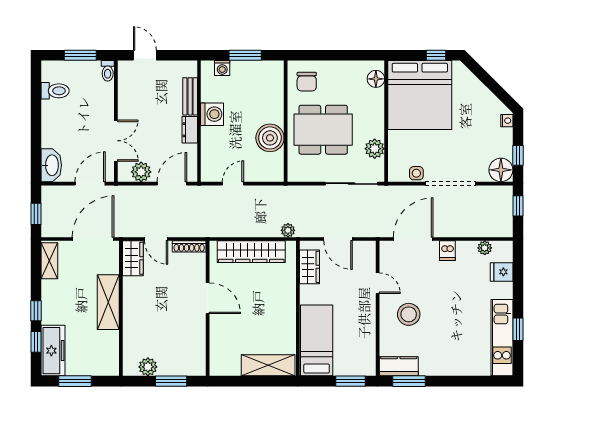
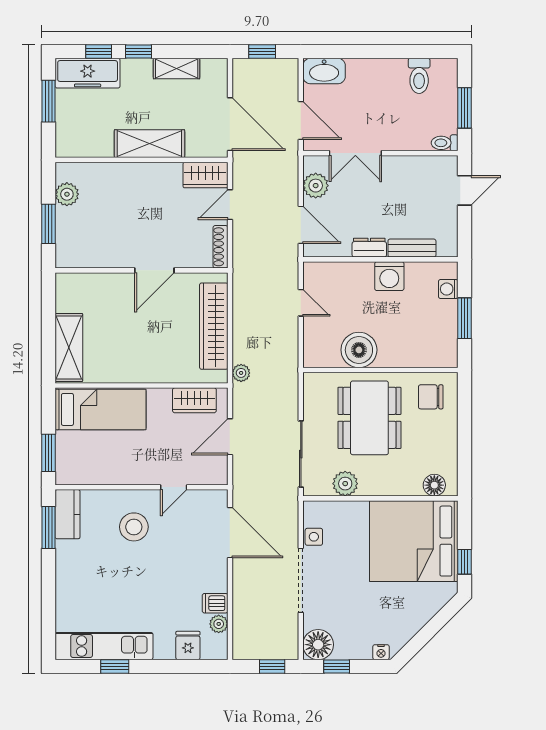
dishwasher: (447, 251) -> (215, 603), moved
shelving: (49, 261) -> (177, 68), moved

